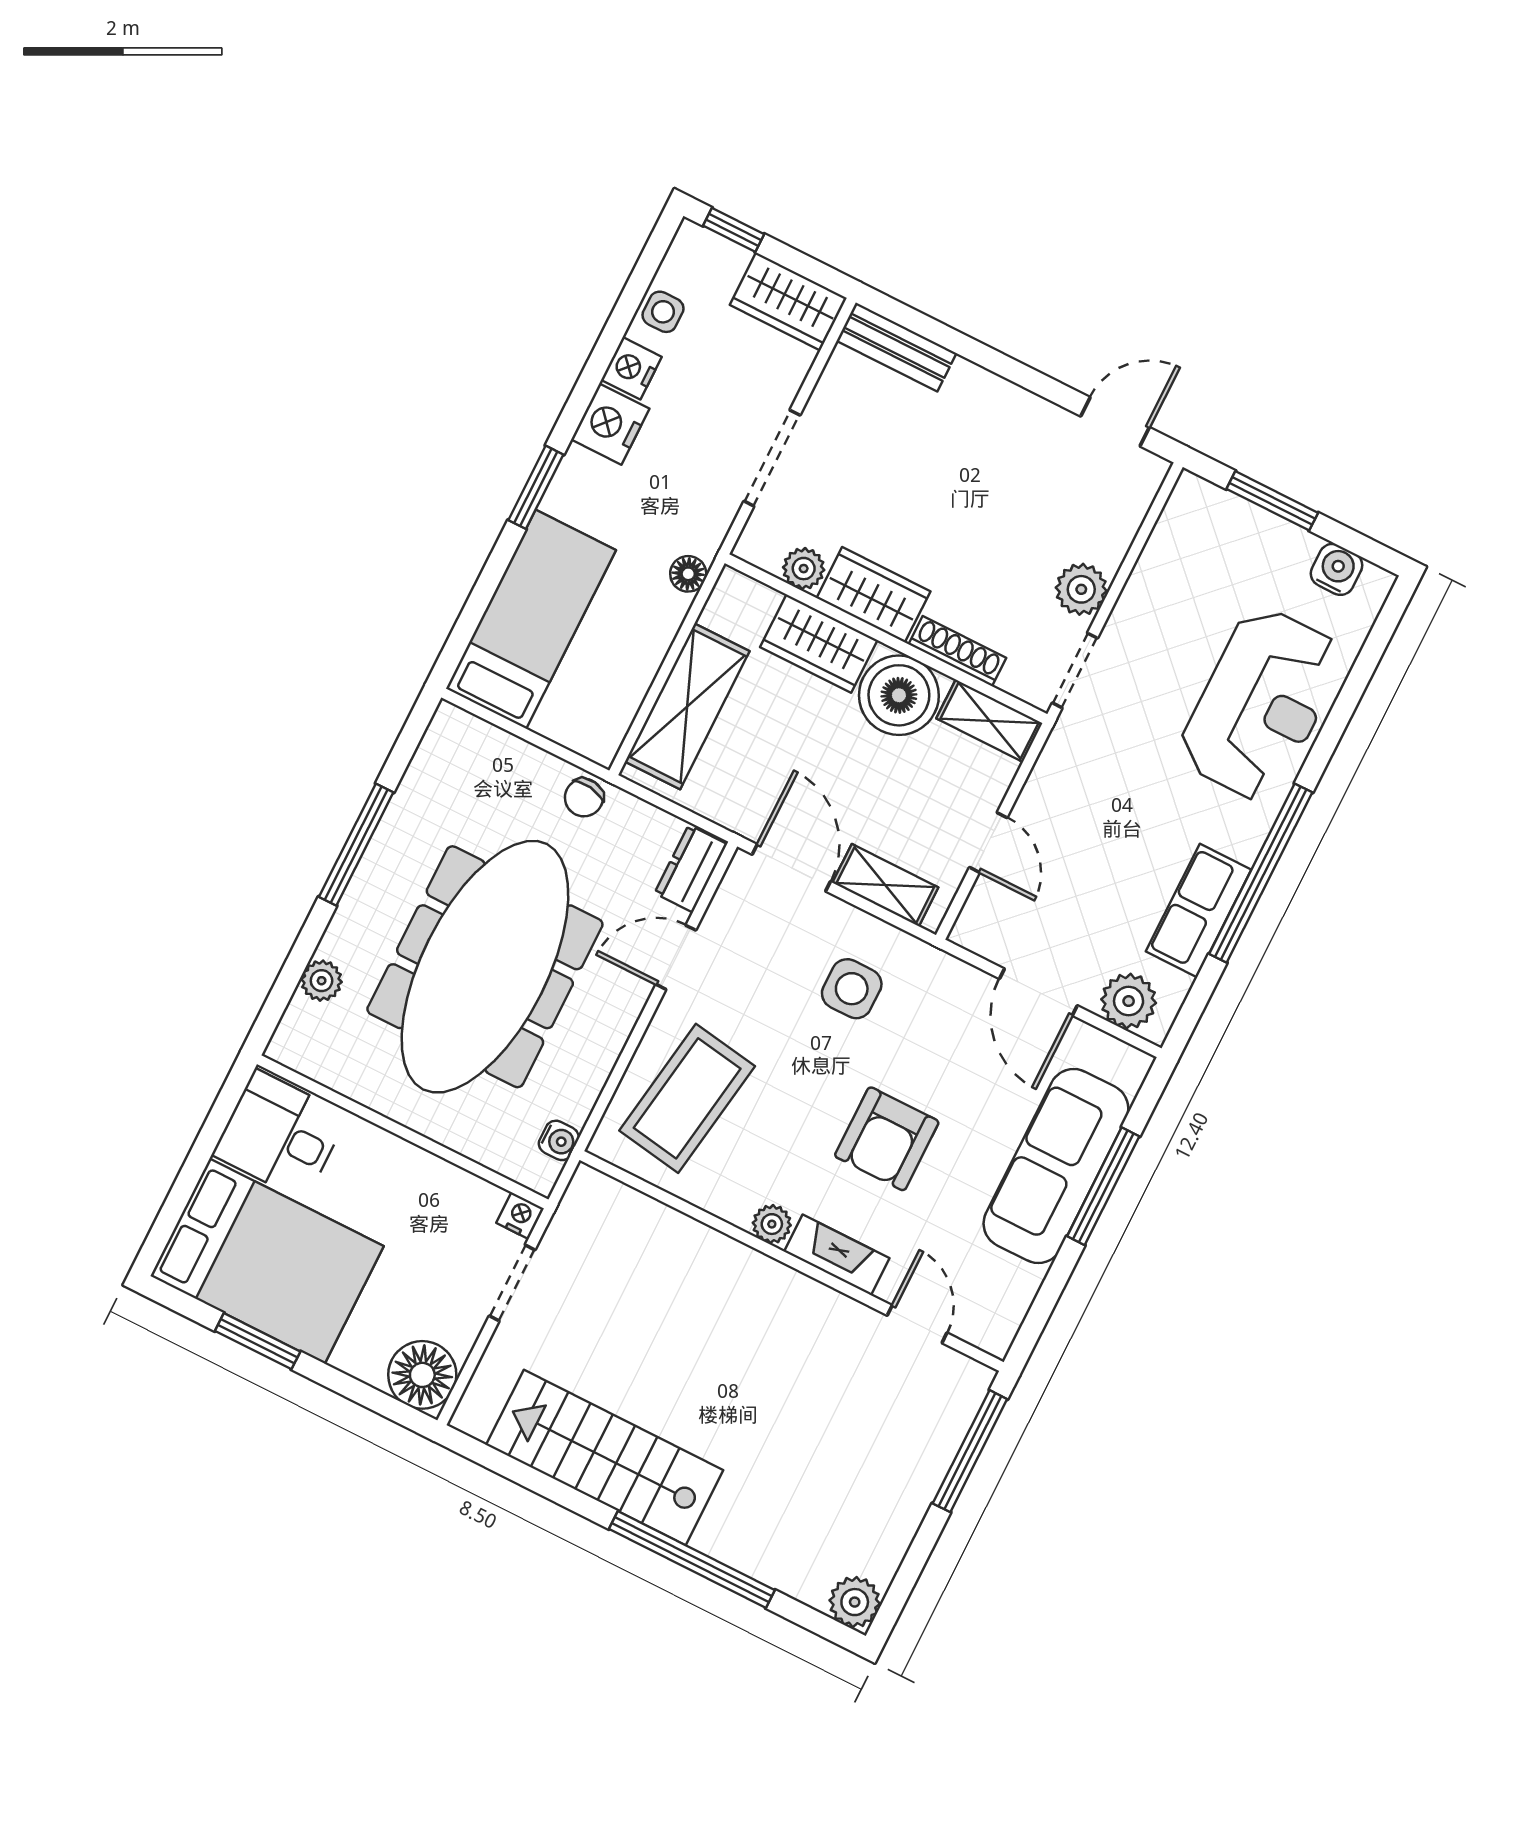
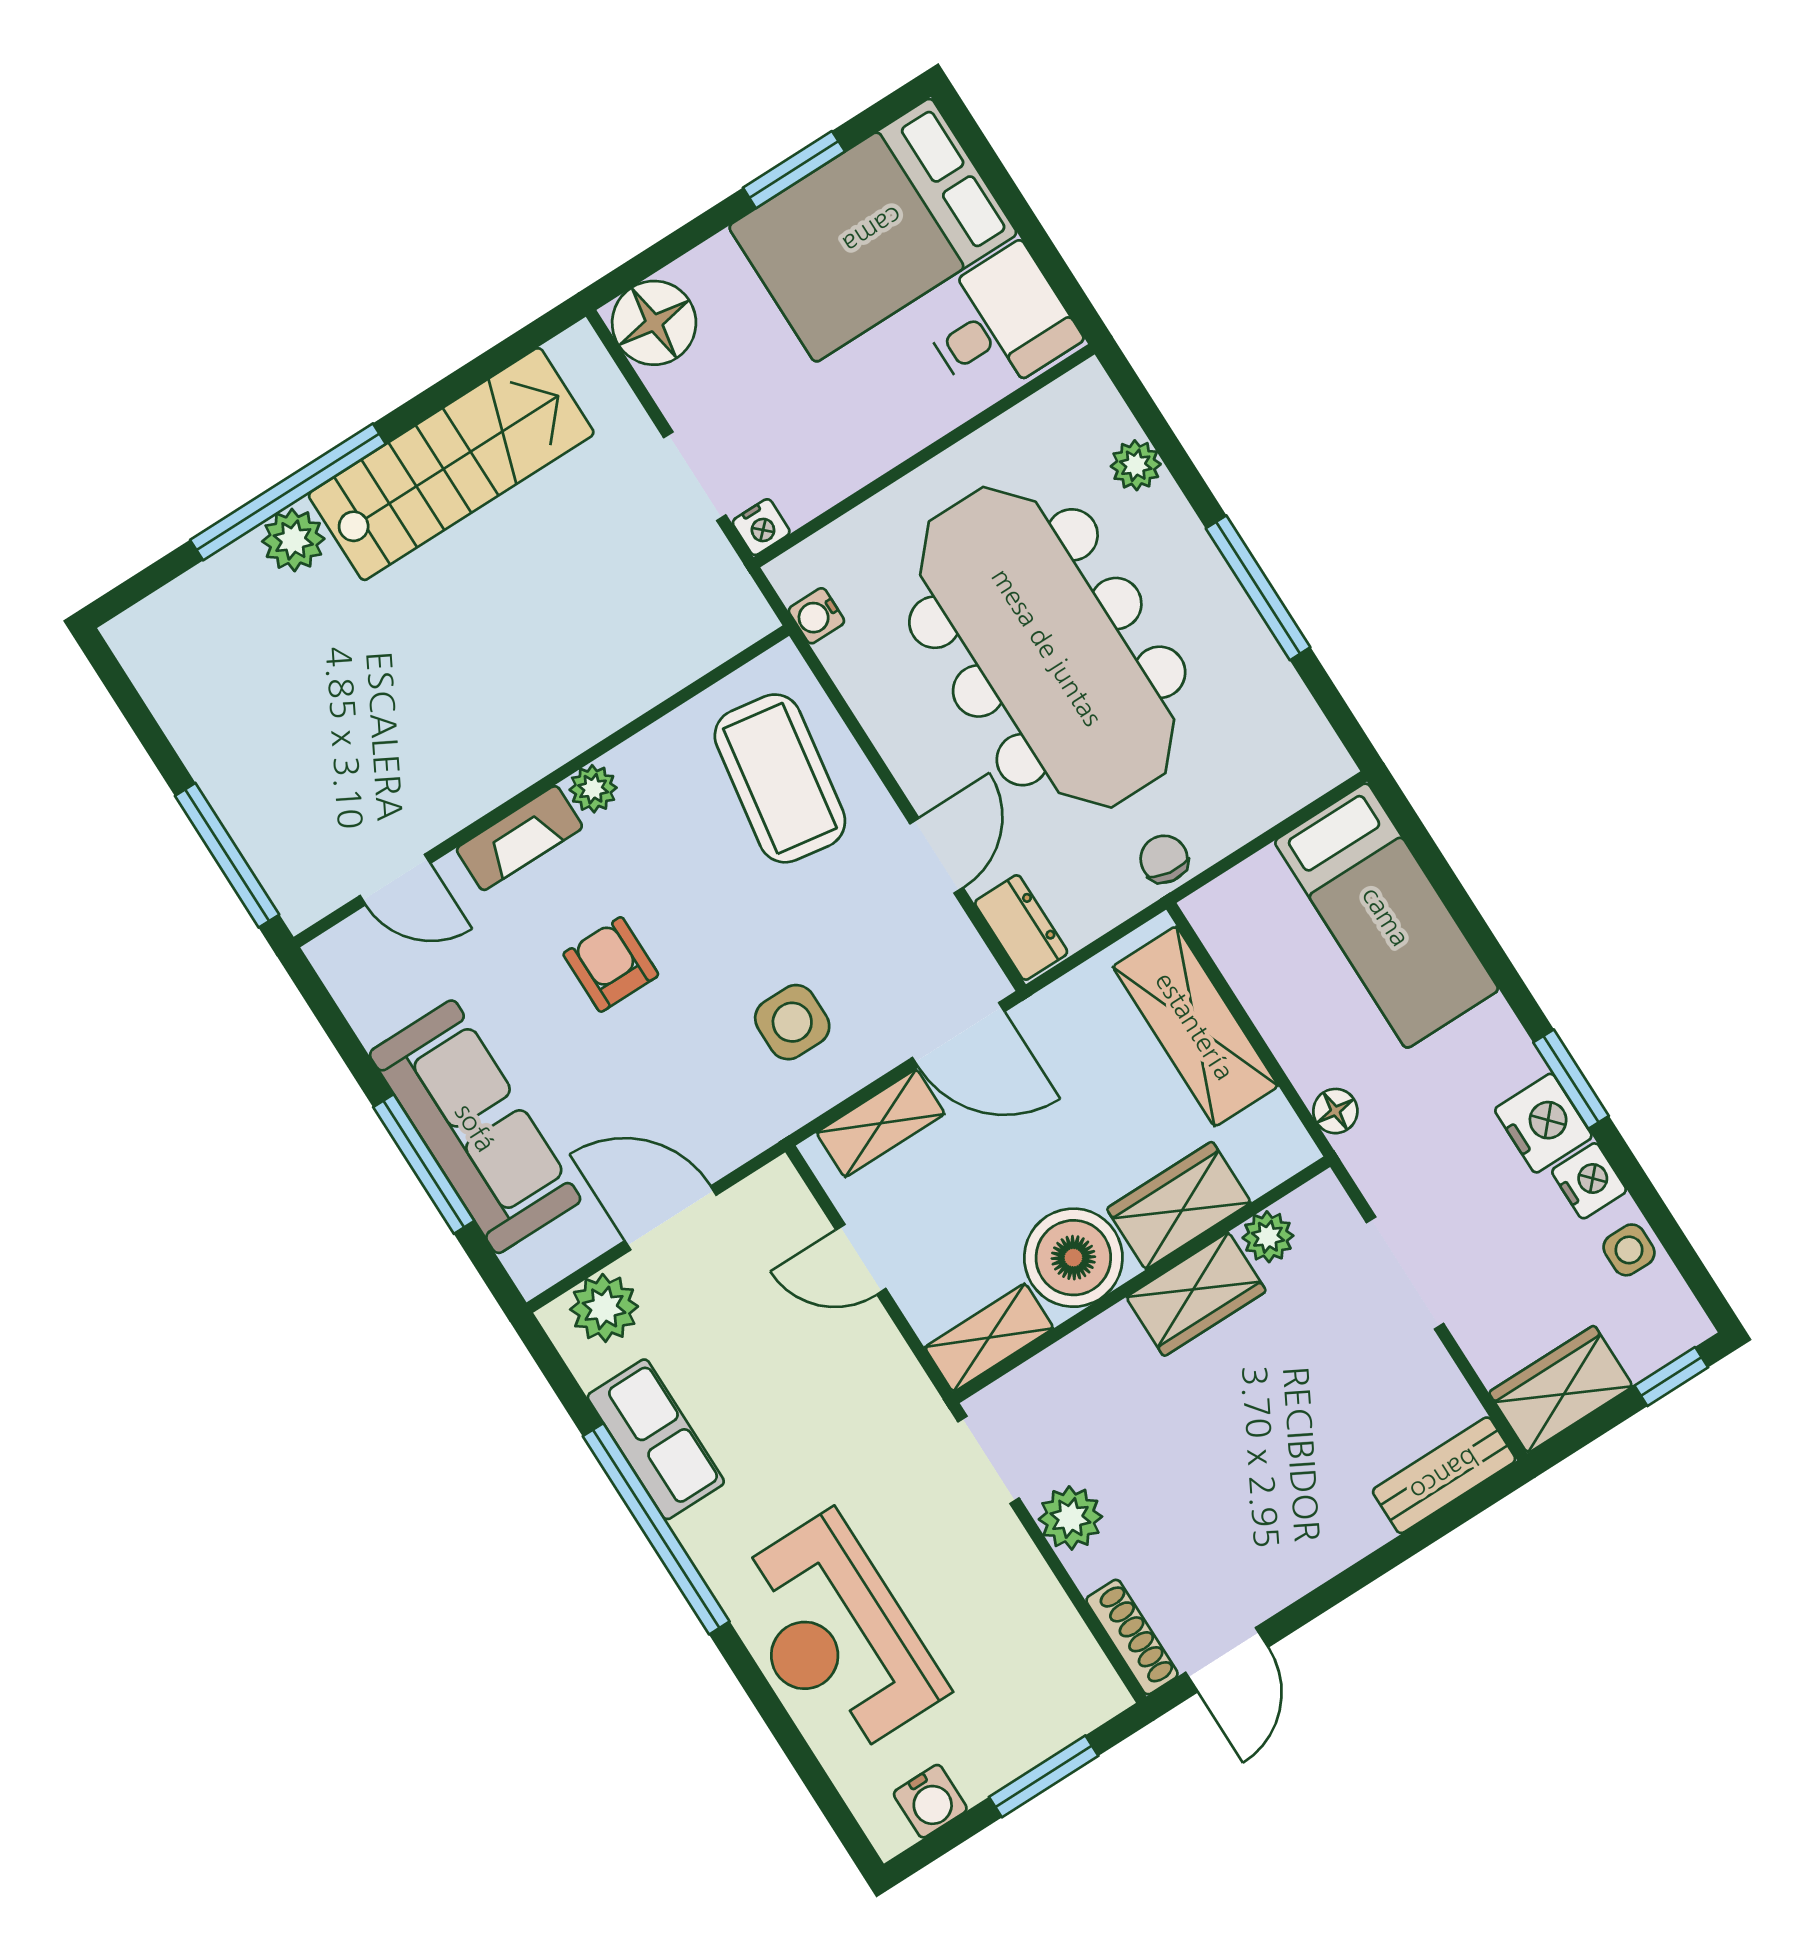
window: (536, 487) -> (1571, 1079), moved
shoe rack: (957, 651) -> (1132, 1637), moved, turned -90
armchair: (887, 1139) -> (611, 964), width x0.72, depth x0.72
plant: (855, 1602) -> (293, 540), moved

